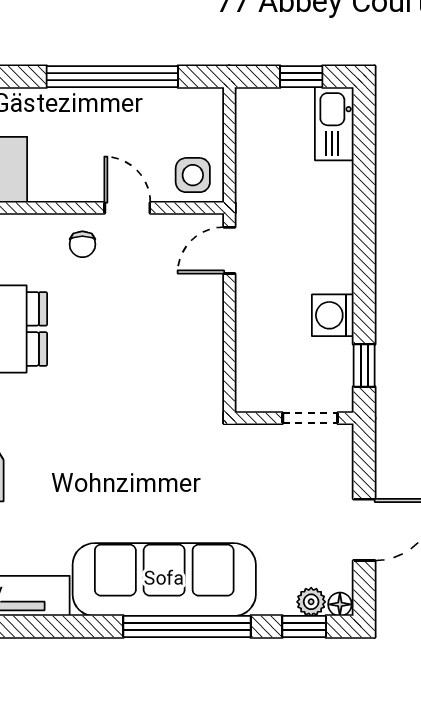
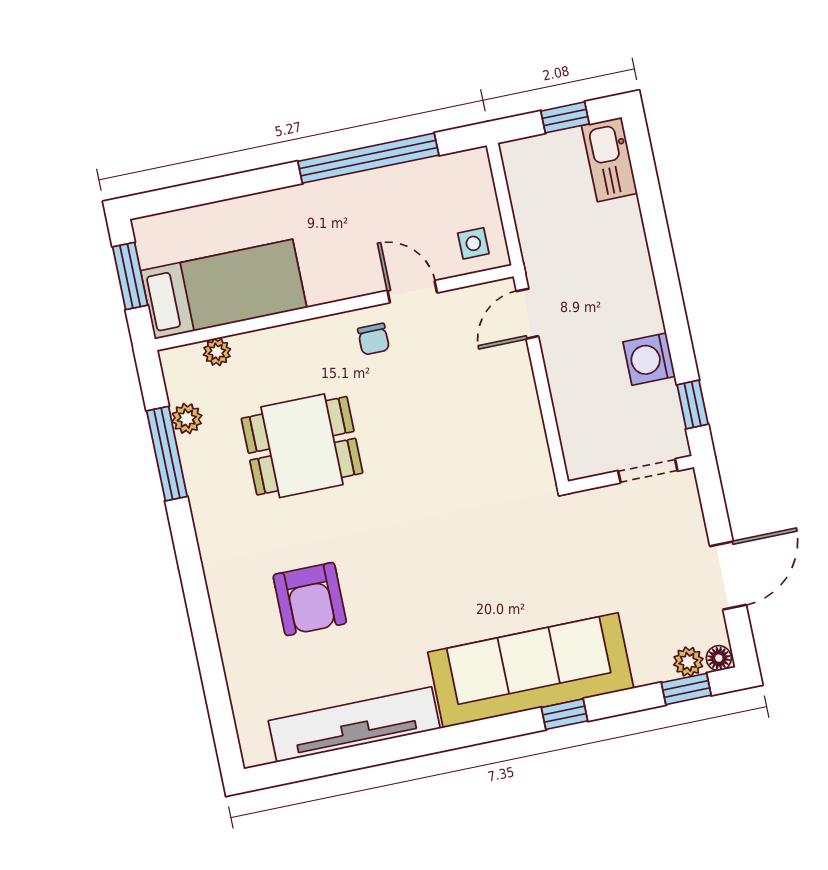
side table: (193, 175) -> (473, 243), width x0.73, depth x0.73
window: (187, 627) -> (565, 714), width x0.32

